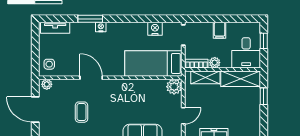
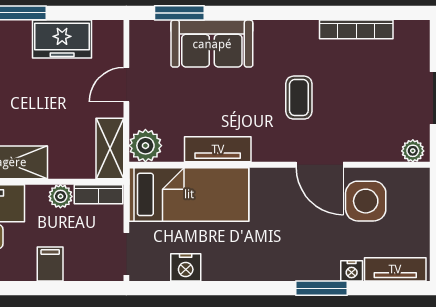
nightstand: (101, 27) -> (352, 271), moved
side table: (49, 64) -> (366, 201), moved, width x1.87, depth x1.87
shelving: (205, 77) -> (110, 149), moved, turned 90
tv unit: (140, 85) -> (218, 149), added
coffee table: (82, 112) -> (299, 98), moved

